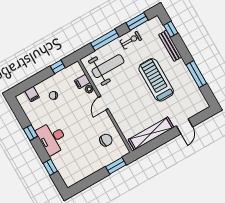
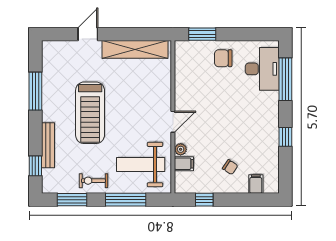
desk: (52, 138) -> (262, 69), moved
chair: (106, 140) -> (223, 58), moved
window: (50, 167) -> (285, 79), width x2.17

